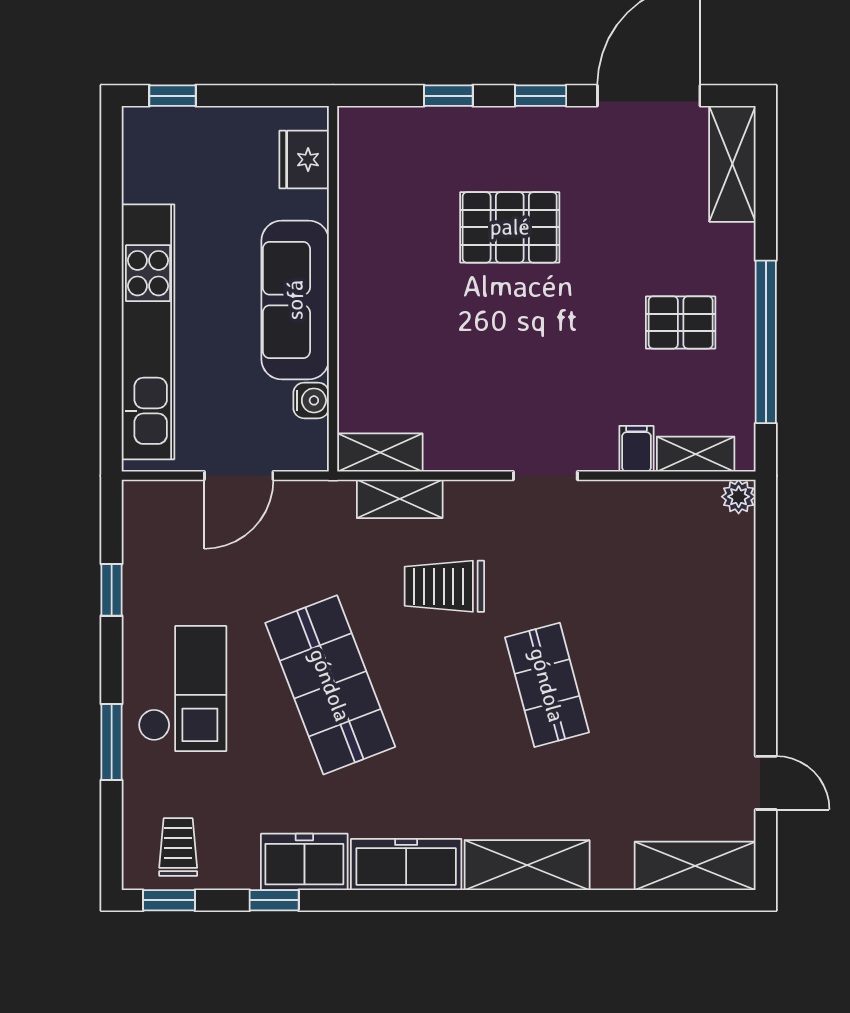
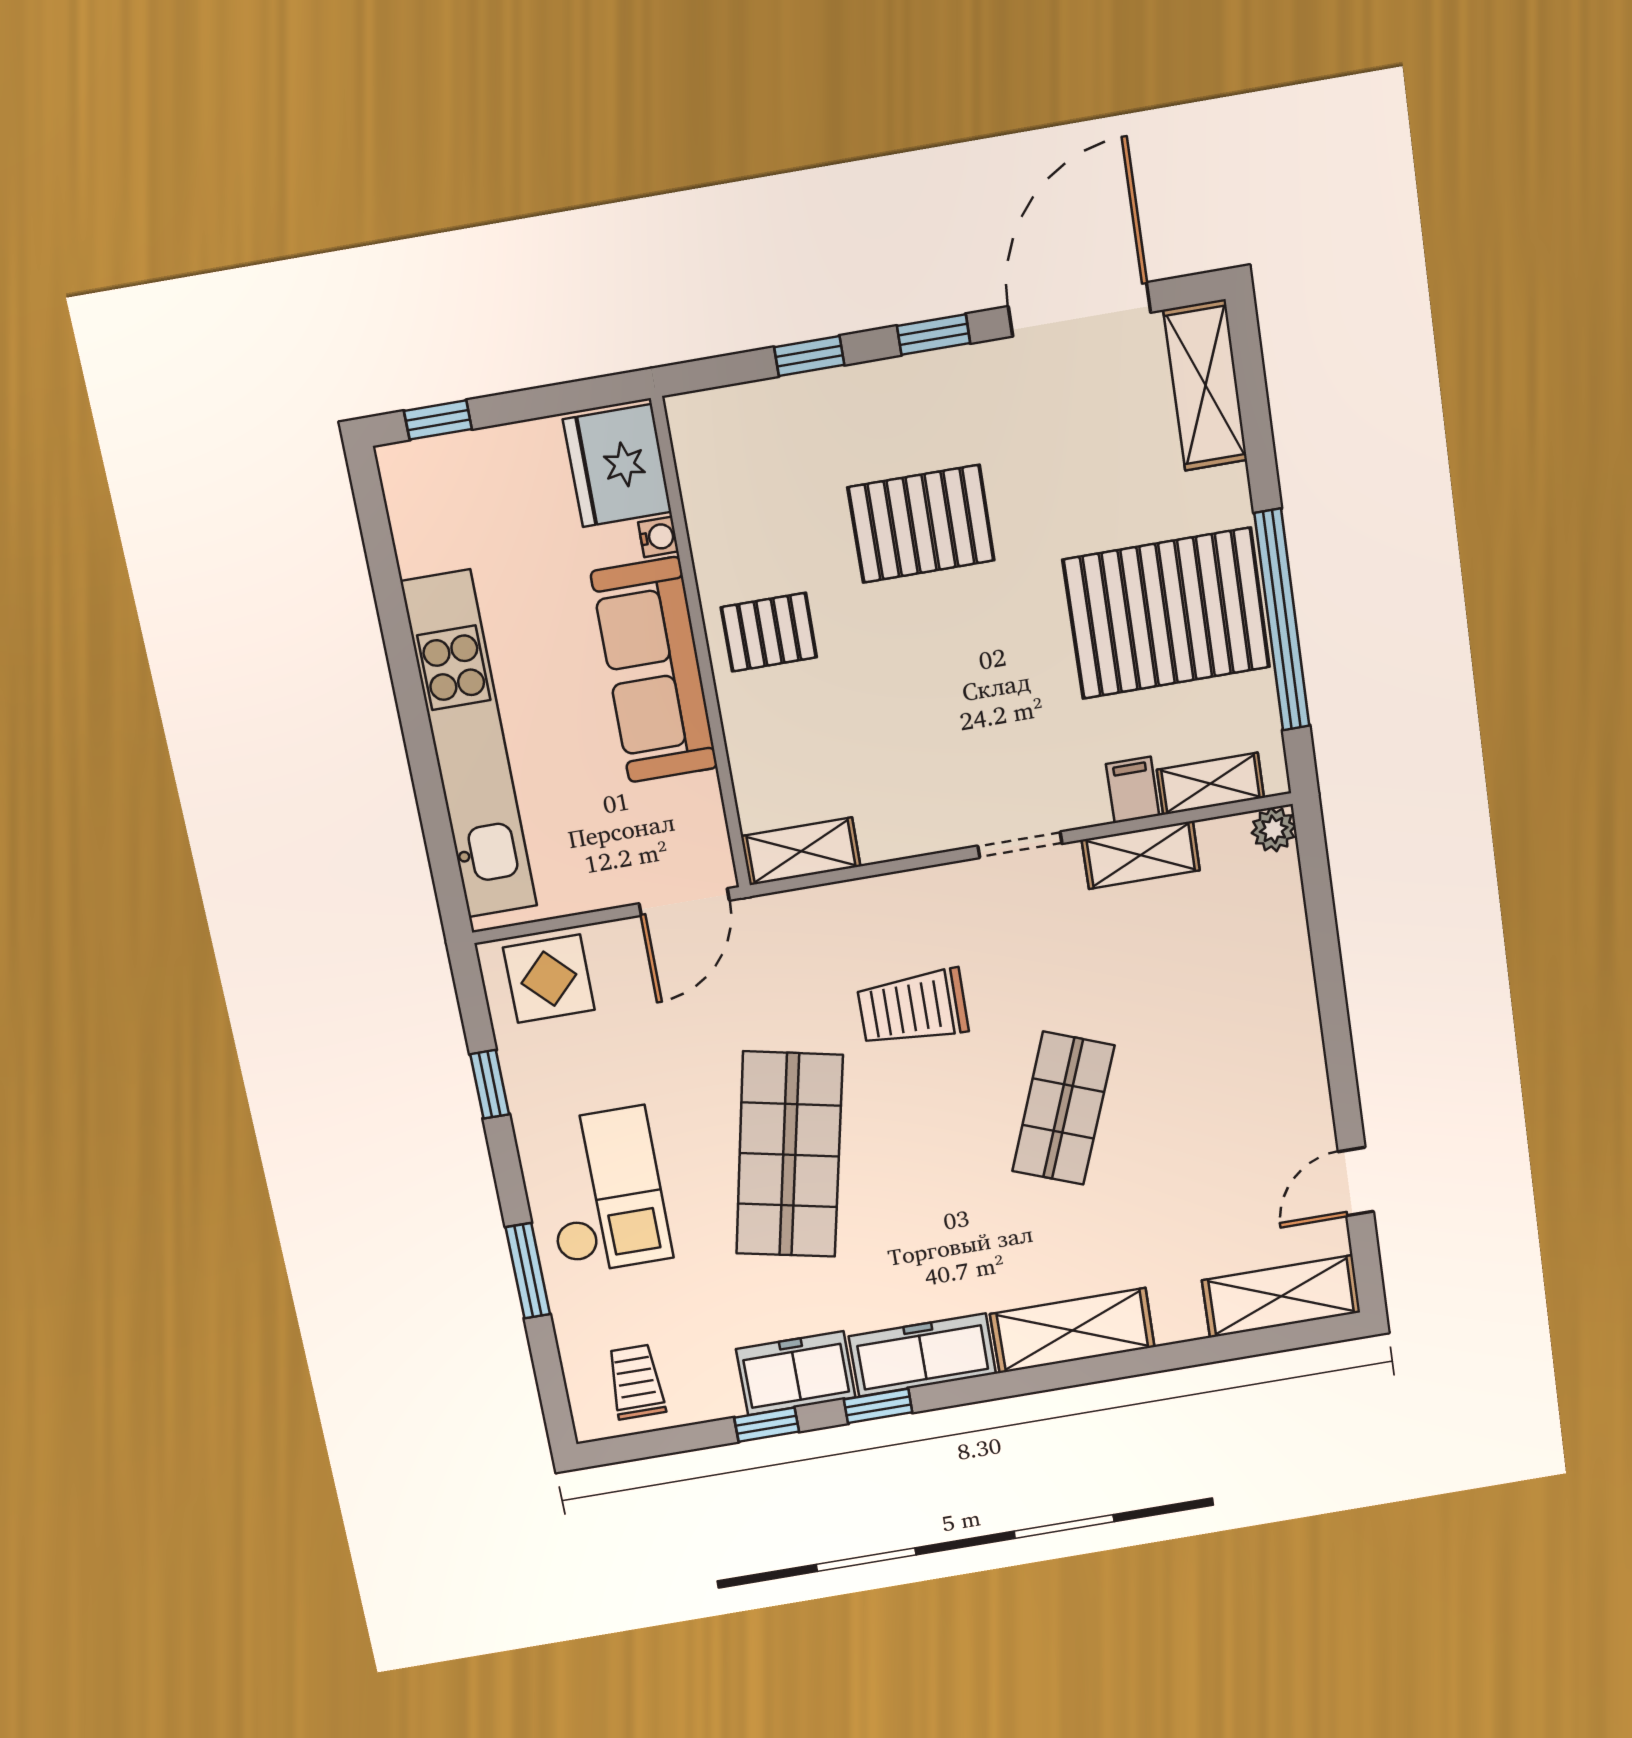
fridge: (304, 160) -> (617, 466), width x1.36, depth x1.34
pallet: (385, 287) -> (769, 632), added
pallet: (681, 322) -> (1166, 613), width x2.05, depth x2.00
water cooler: (311, 400) -> (658, 537), moved, width x0.72, depth x0.72
door: (239, 476) -> (684, 902), moved
shelving: (400, 499) -> (1141, 855), moved
display table: (172, 516) -> (549, 979), added
shop shelf: (330, 685) -> (789, 1155), turned 33
shop shelf: (547, 685) -> (1063, 1108), turned 36
door: (766, 783) -> (1356, 1182), swing flipped
window: (169, 900) -> (878, 1406), moved

